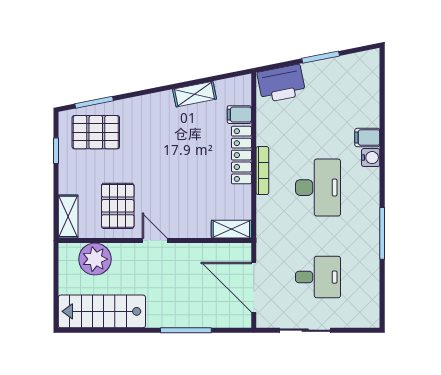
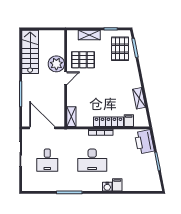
shelving: (68, 216) -> (89, 35), moved
plant: (95, 259) -> (56, 64), moved
door: (254, 287) -> (42, 128), hinge flipped

